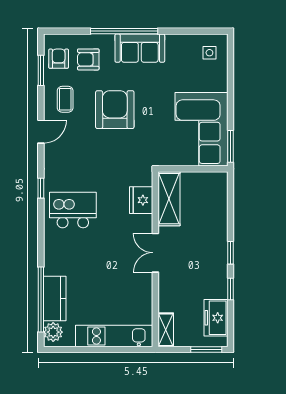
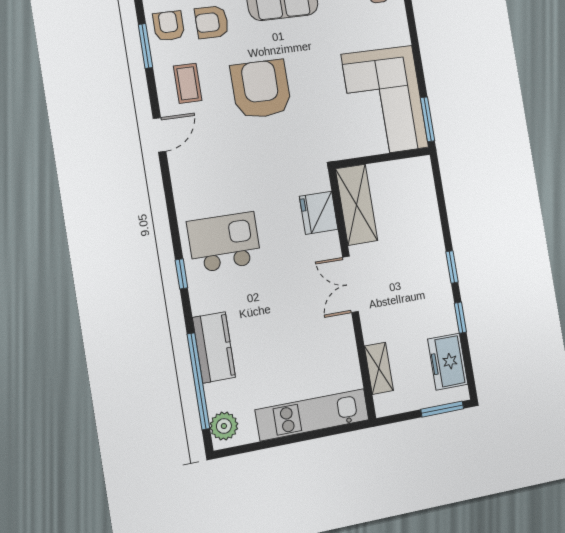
window: (41, 188) -> (181, 274), moved
kitchen counter: (55, 299) -> (214, 347), moved
shelving: (166, 330) -> (379, 368), moved

